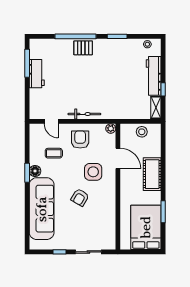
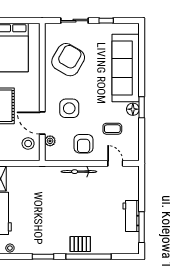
plant: (111, 129) -> (50, 141), moved
stool: (142, 132) -> (28, 143), moved
armchair: (80, 197) -> (68, 60), moved, width x1.88, depth x1.88

